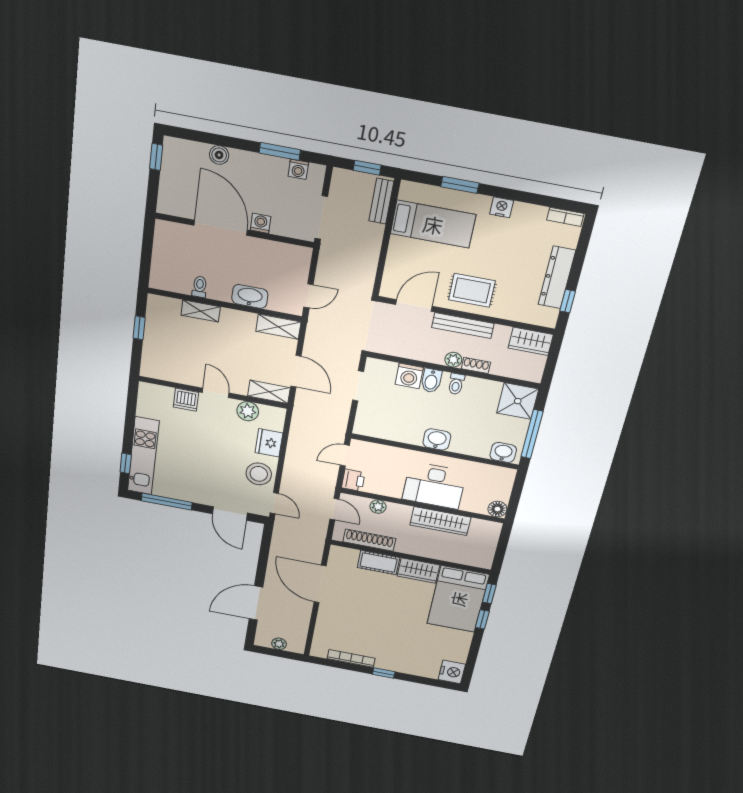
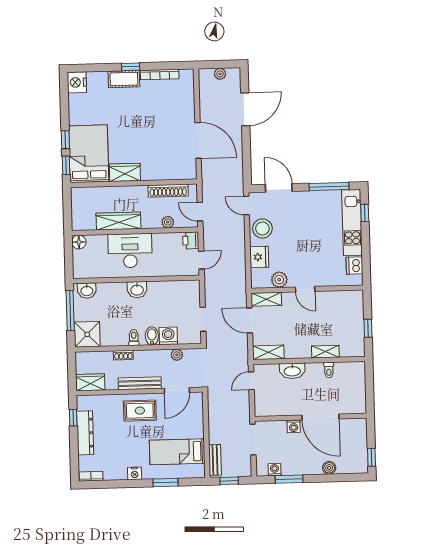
plant: (453, 360) -> (177, 355), moved
dishwasher: (186, 400) -> (354, 265), moved, turned -90
cot: (379, 563) -> (124, 79), moved

